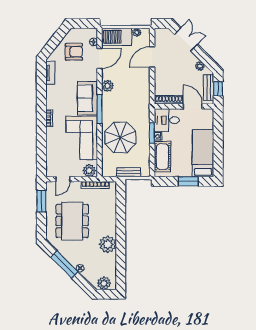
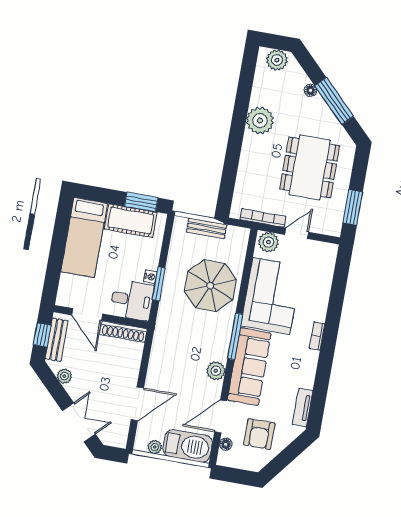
double door: (186, 39) -> (79, 422), swing flipped
armchair: (74, 52) -> (259, 434), turned -90
sofa: (87, 98) -> (249, 367), width x1.36
cot: (162, 157) -> (131, 221), moved, turned 90
door: (63, 179) -> (297, 233), moved
window: (188, 181) -> (141, 202), moved

